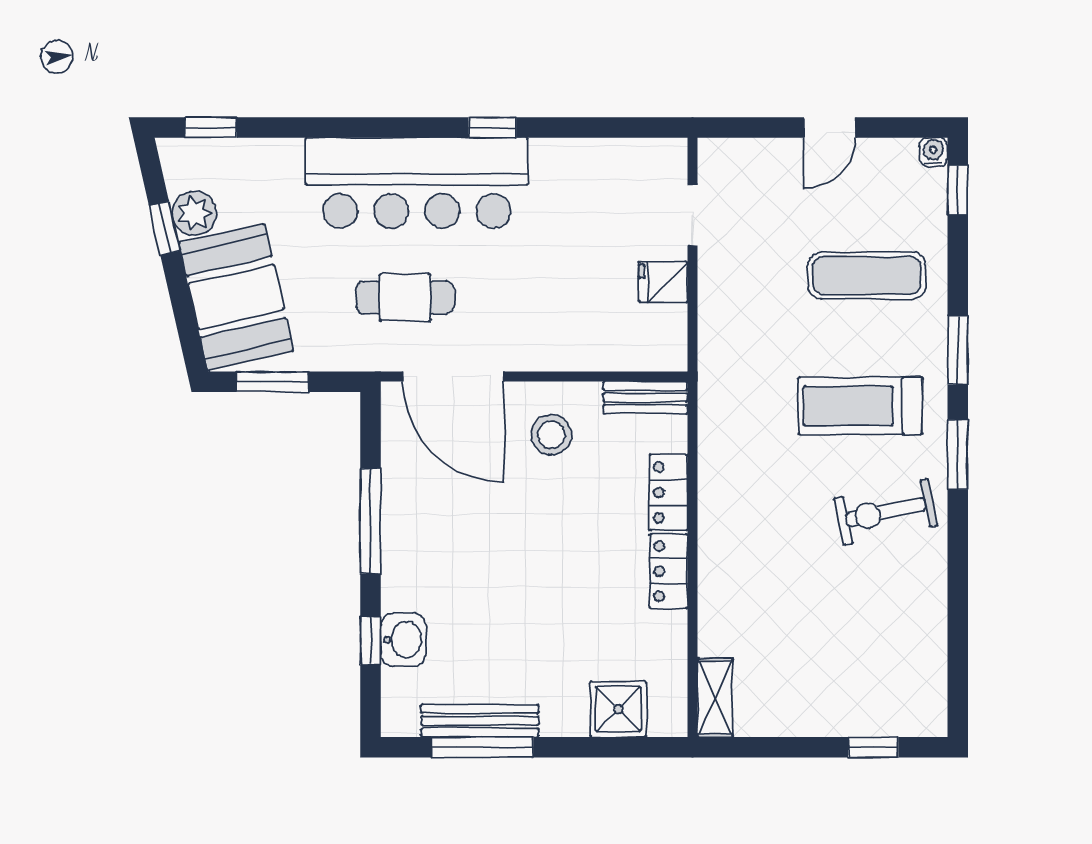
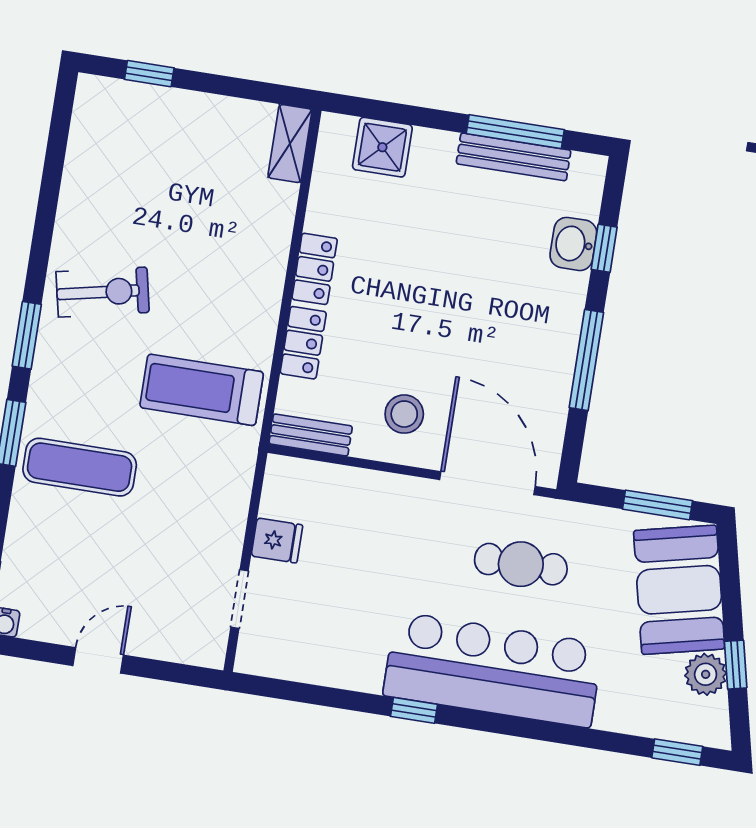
exercise mat: (867, 276) -> (80, 467), moved
treadmill: (860, 406) -> (202, 390), moved, turned 180

